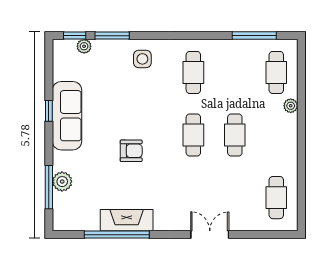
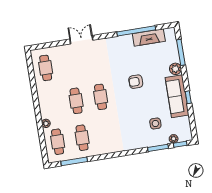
side table: (142, 59) -> (155, 123), moved
cafe table: (193, 72) -> (82, 138), moved
plant: (62, 182) -> (175, 69), moved
fireplace: (127, 220) -> (149, 37), moved
double door: (210, 235) -> (81, 40), swing flipped

